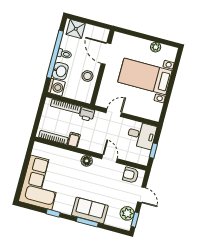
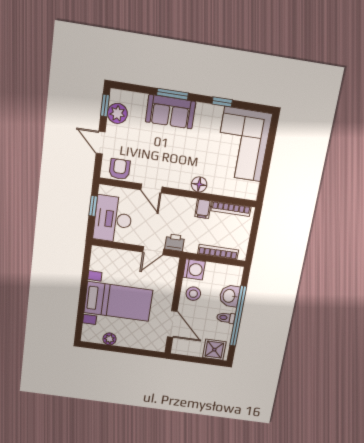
washing machine: (56, 87) -> (194, 269), moved, turned 180
printer: (87, 114) -> (175, 243), moved
desk: (141, 135) -> (113, 219), width x1.37
floor lamp: (87, 161) -> (199, 184), moved
armchair: (131, 175) -> (120, 169), turned -90

